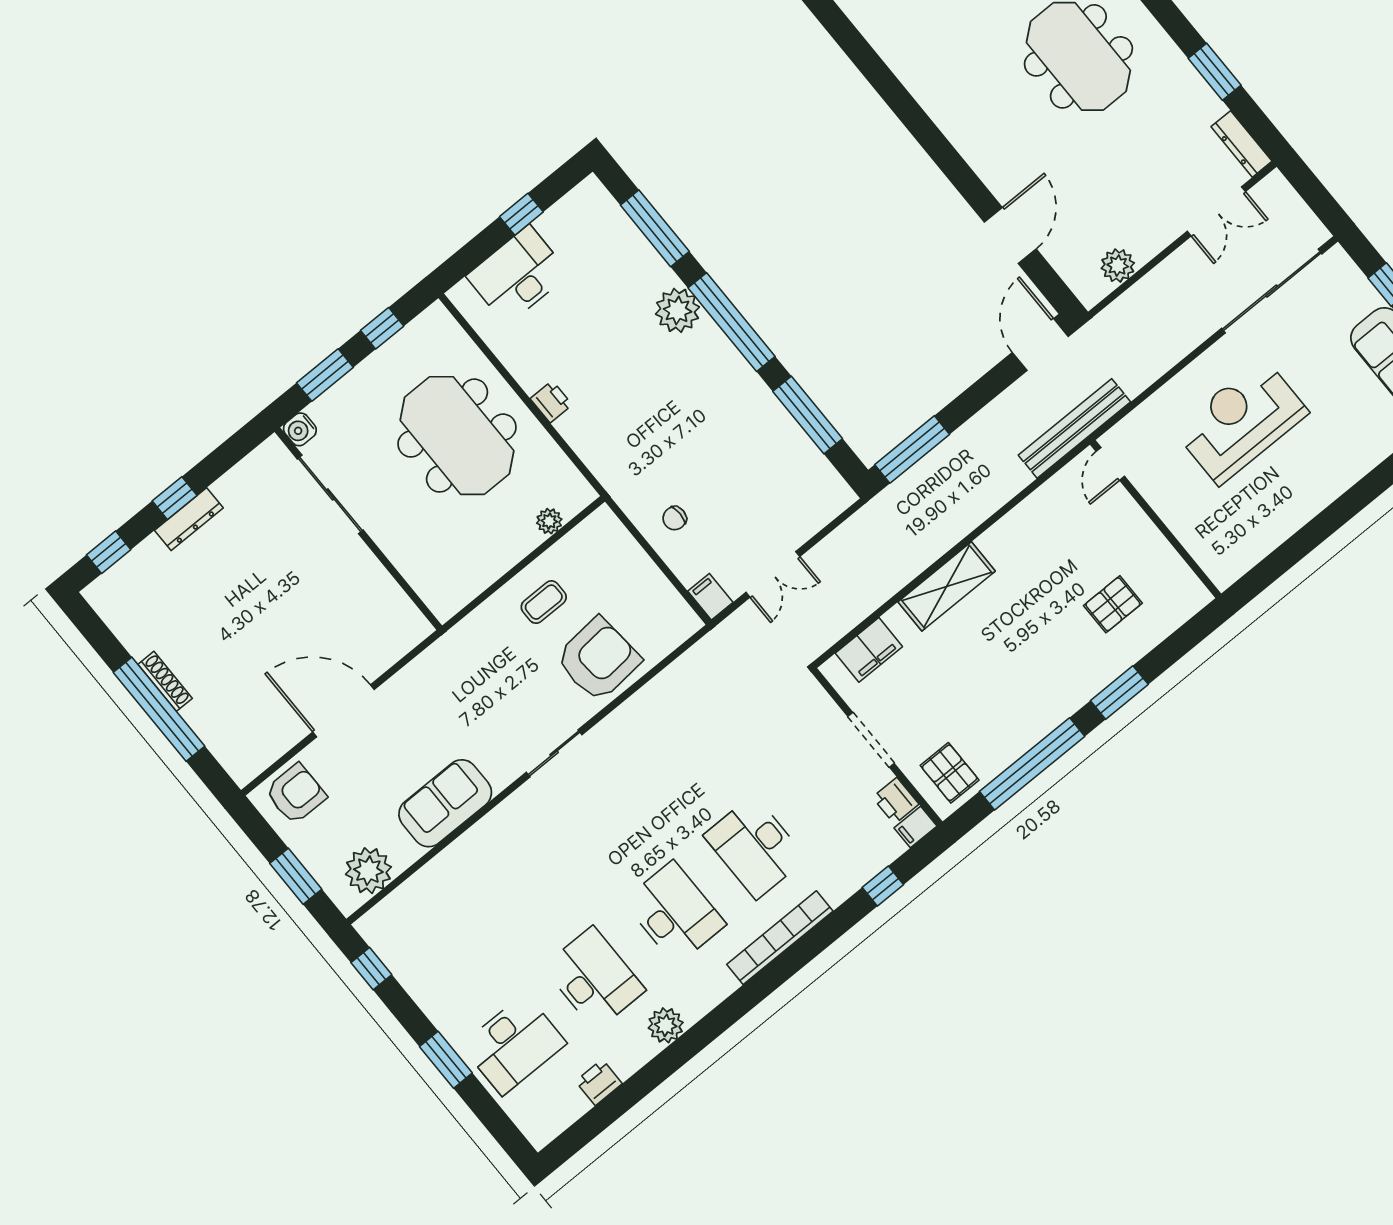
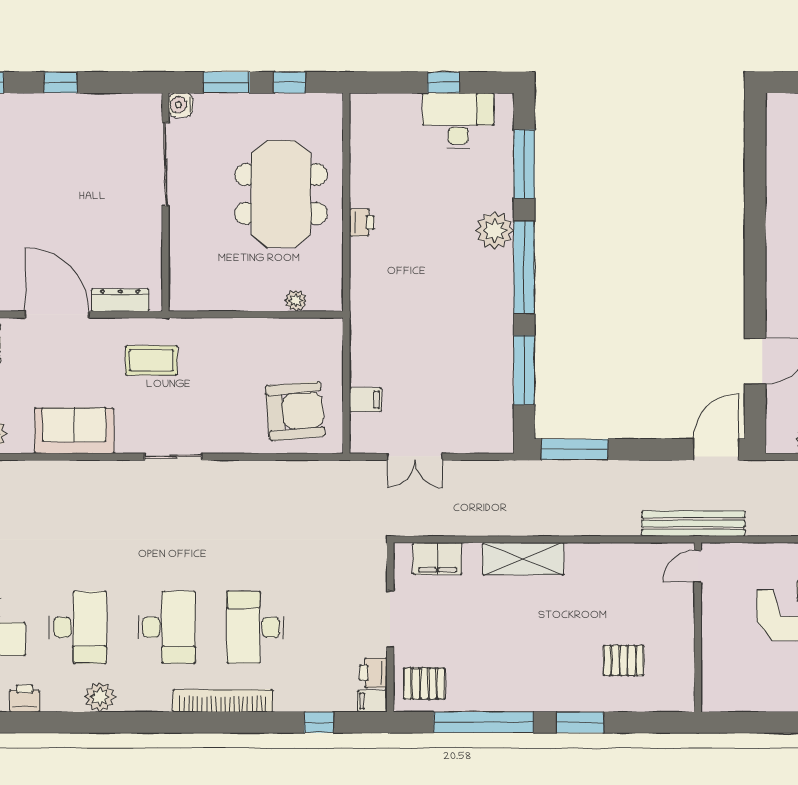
desk: (518, 275) -> (458, 121), moved
chair: (675, 518) -> (380, 366), removed
dresser: (189, 519) -> (120, 300), moved, turned 180
filing cabinet: (710, 597) -> (365, 400), moved, turned 90
coffee table: (544, 602) -> (151, 360), moved, width x1.36, depth x1.30
armchair: (598, 659) -> (295, 411), moved
pallet: (950, 773) -> (424, 684), turned 90

